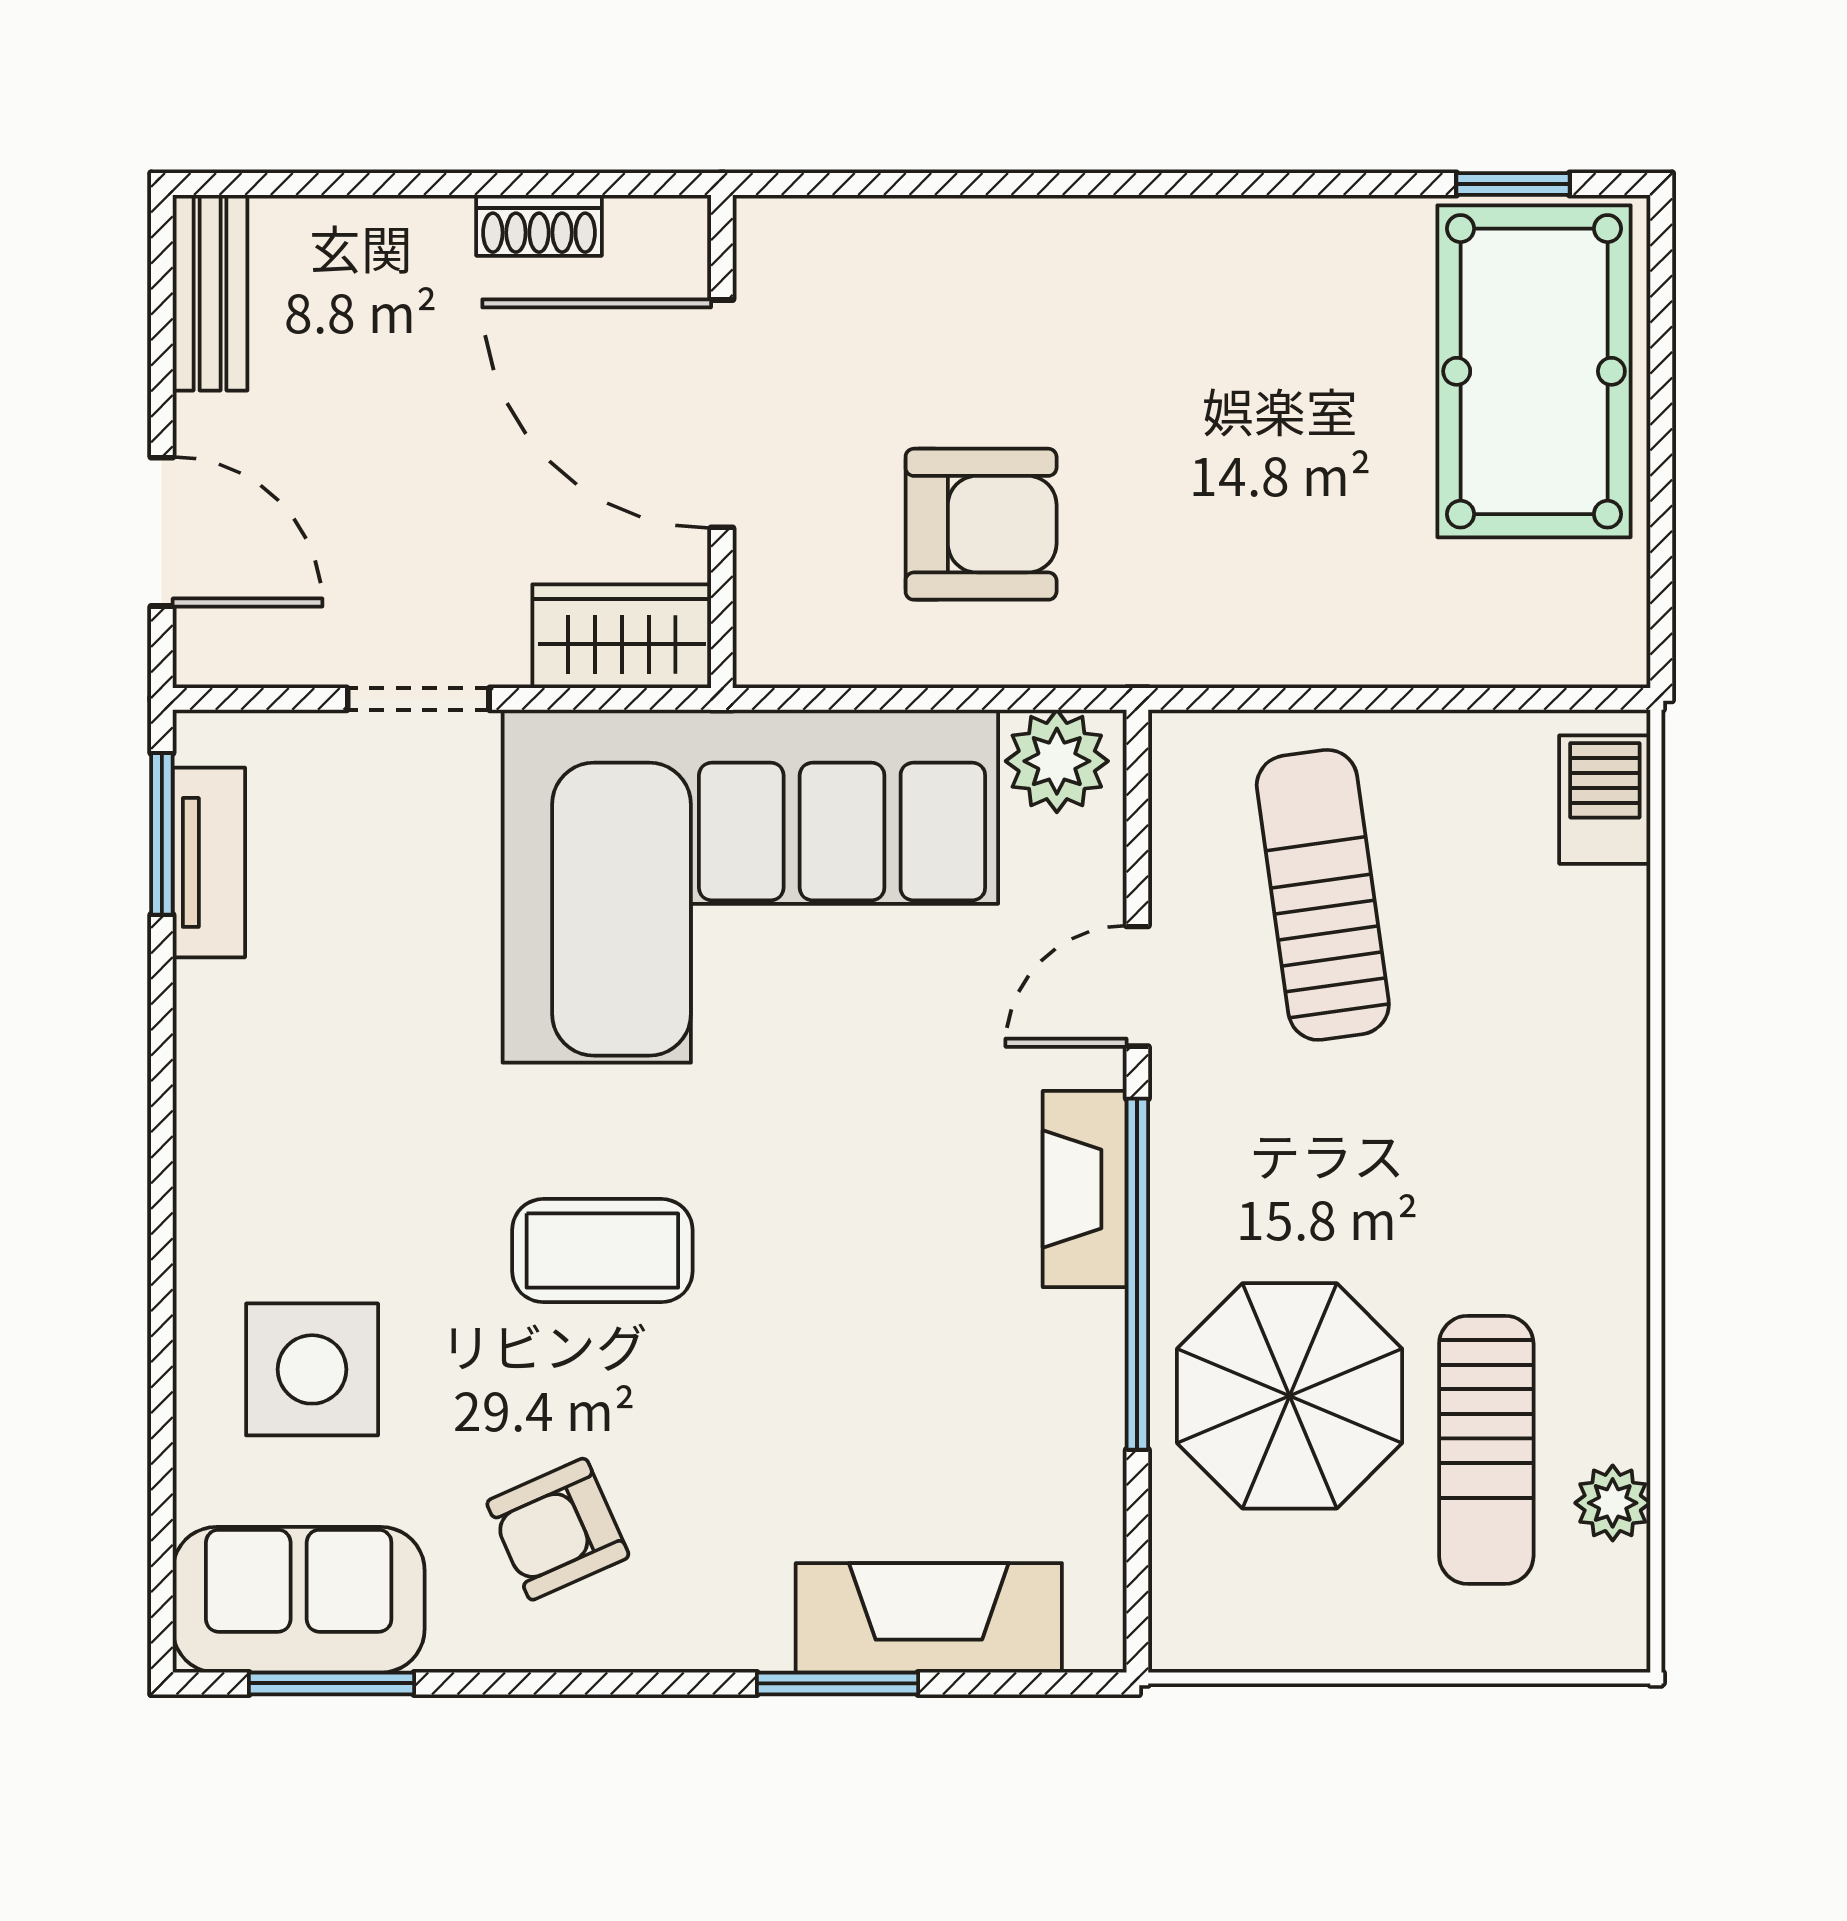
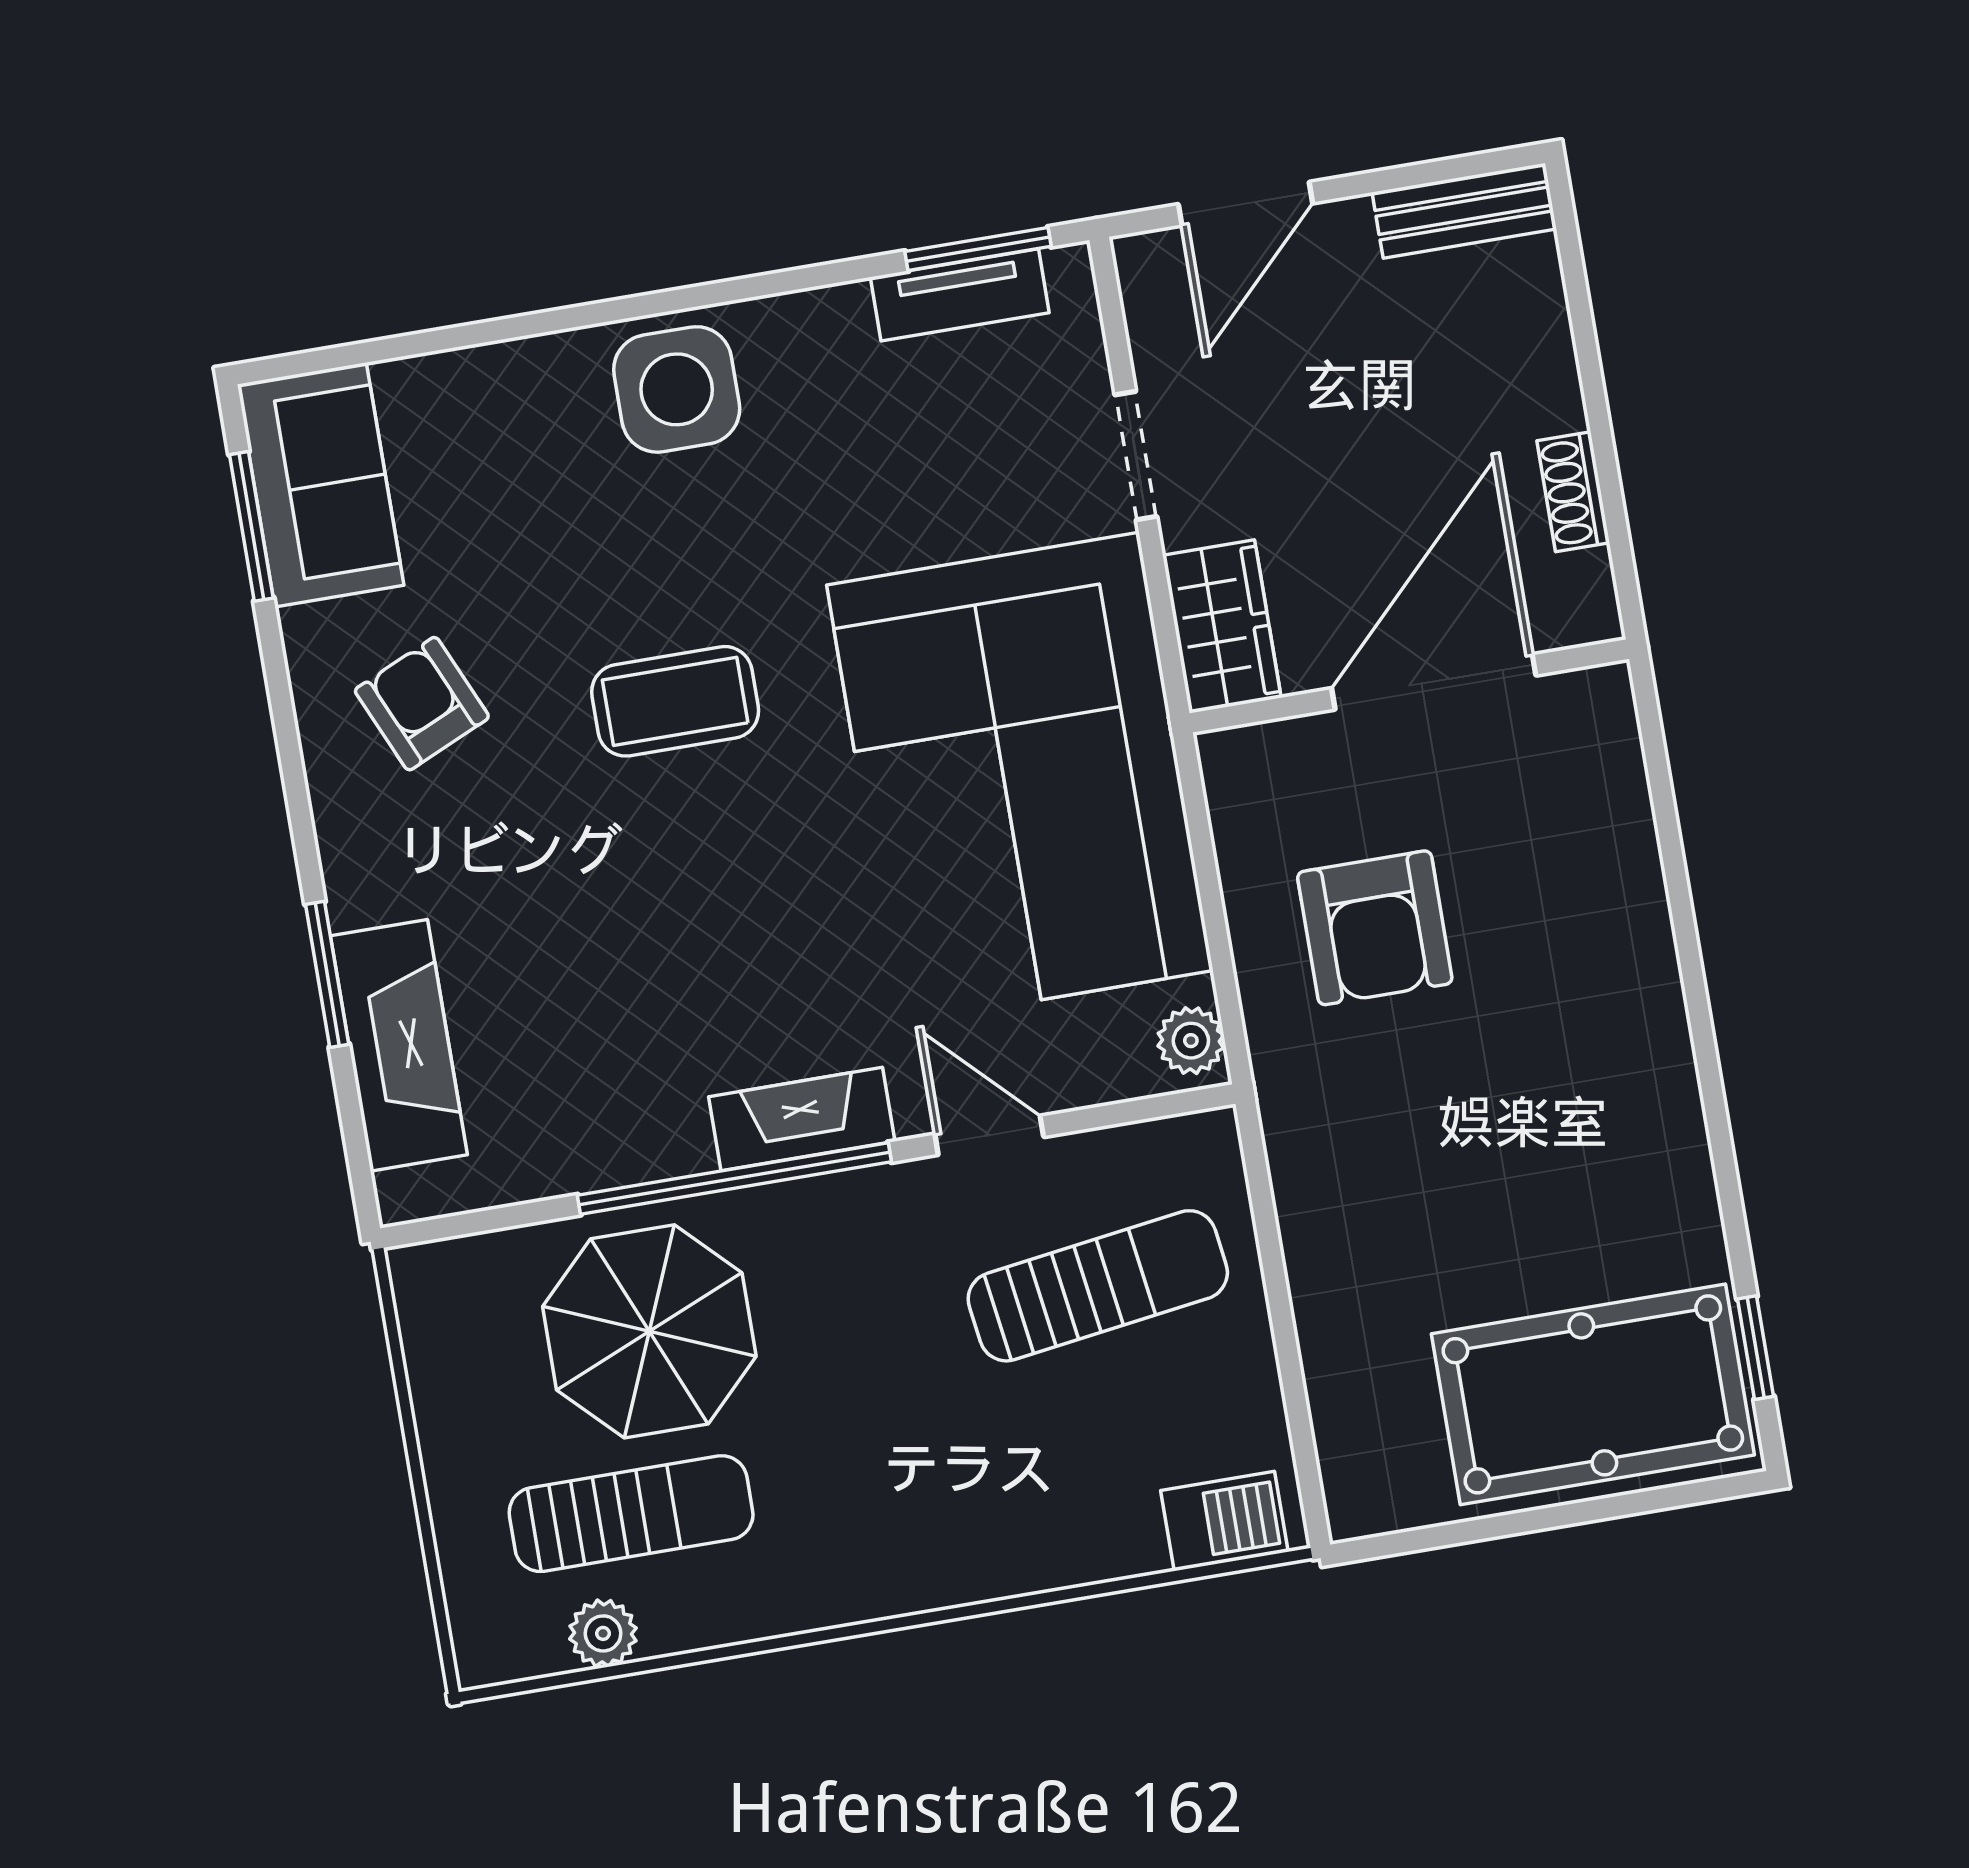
plant: (1057, 761) -> (1191, 1041), width x0.73, depth x0.73
coffee table: (602, 1251) -> (675, 701), turned 90
side table: (312, 1369) -> (677, 389), moved
sun lounger: (1486, 1450) -> (631, 1514), turned 180

